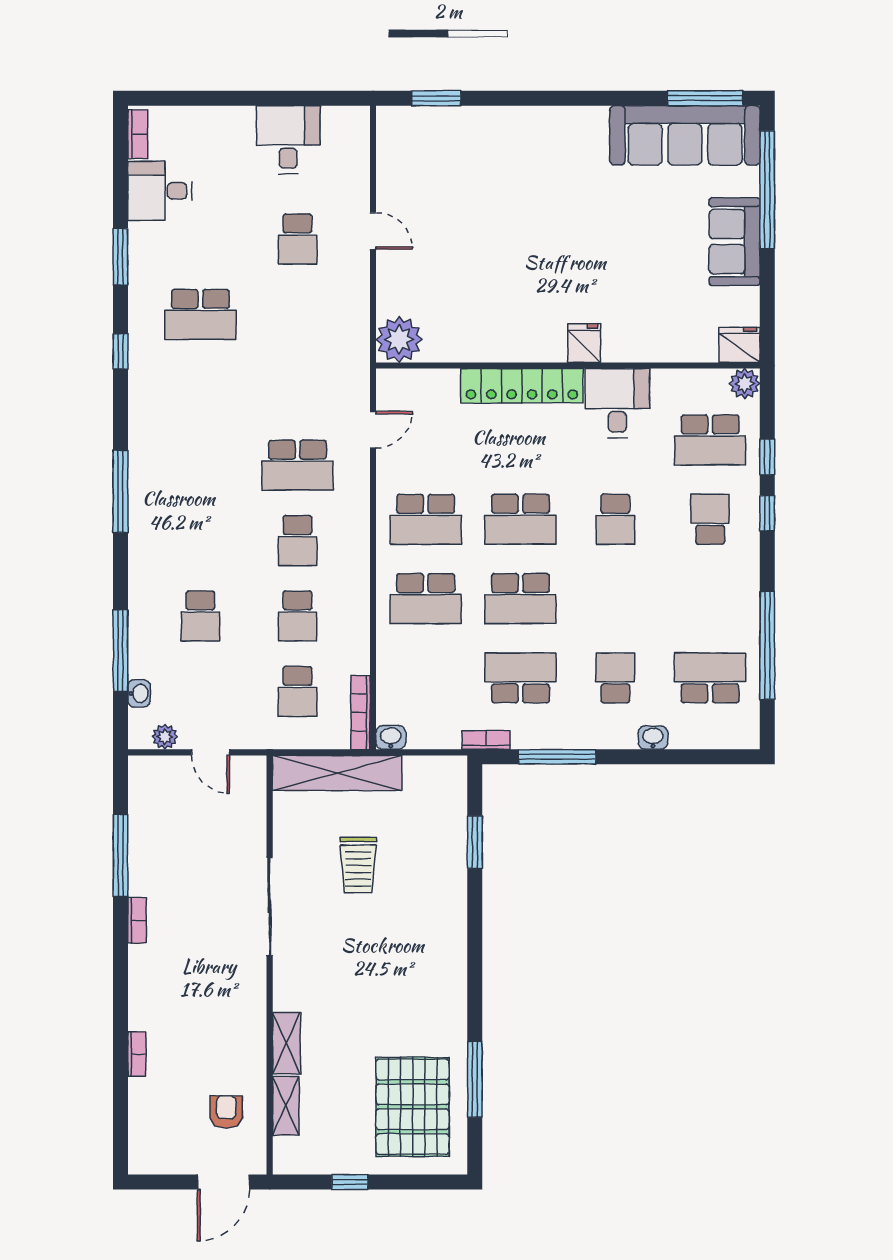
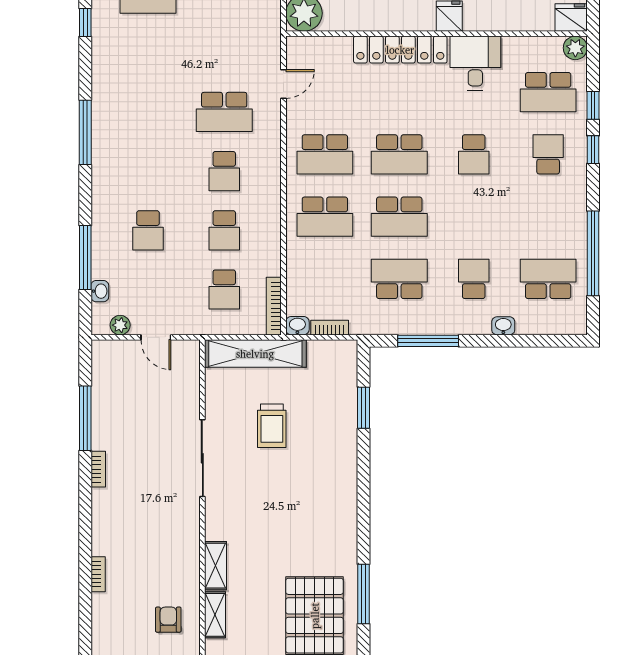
bookcase: (486, 740) -> (330, 328), moved

